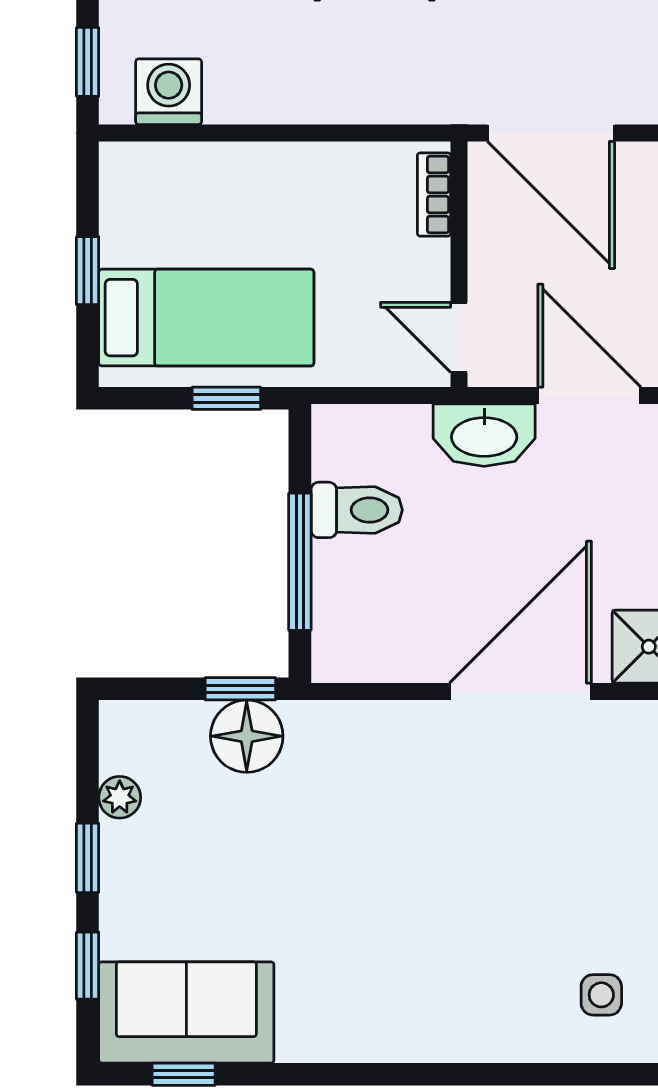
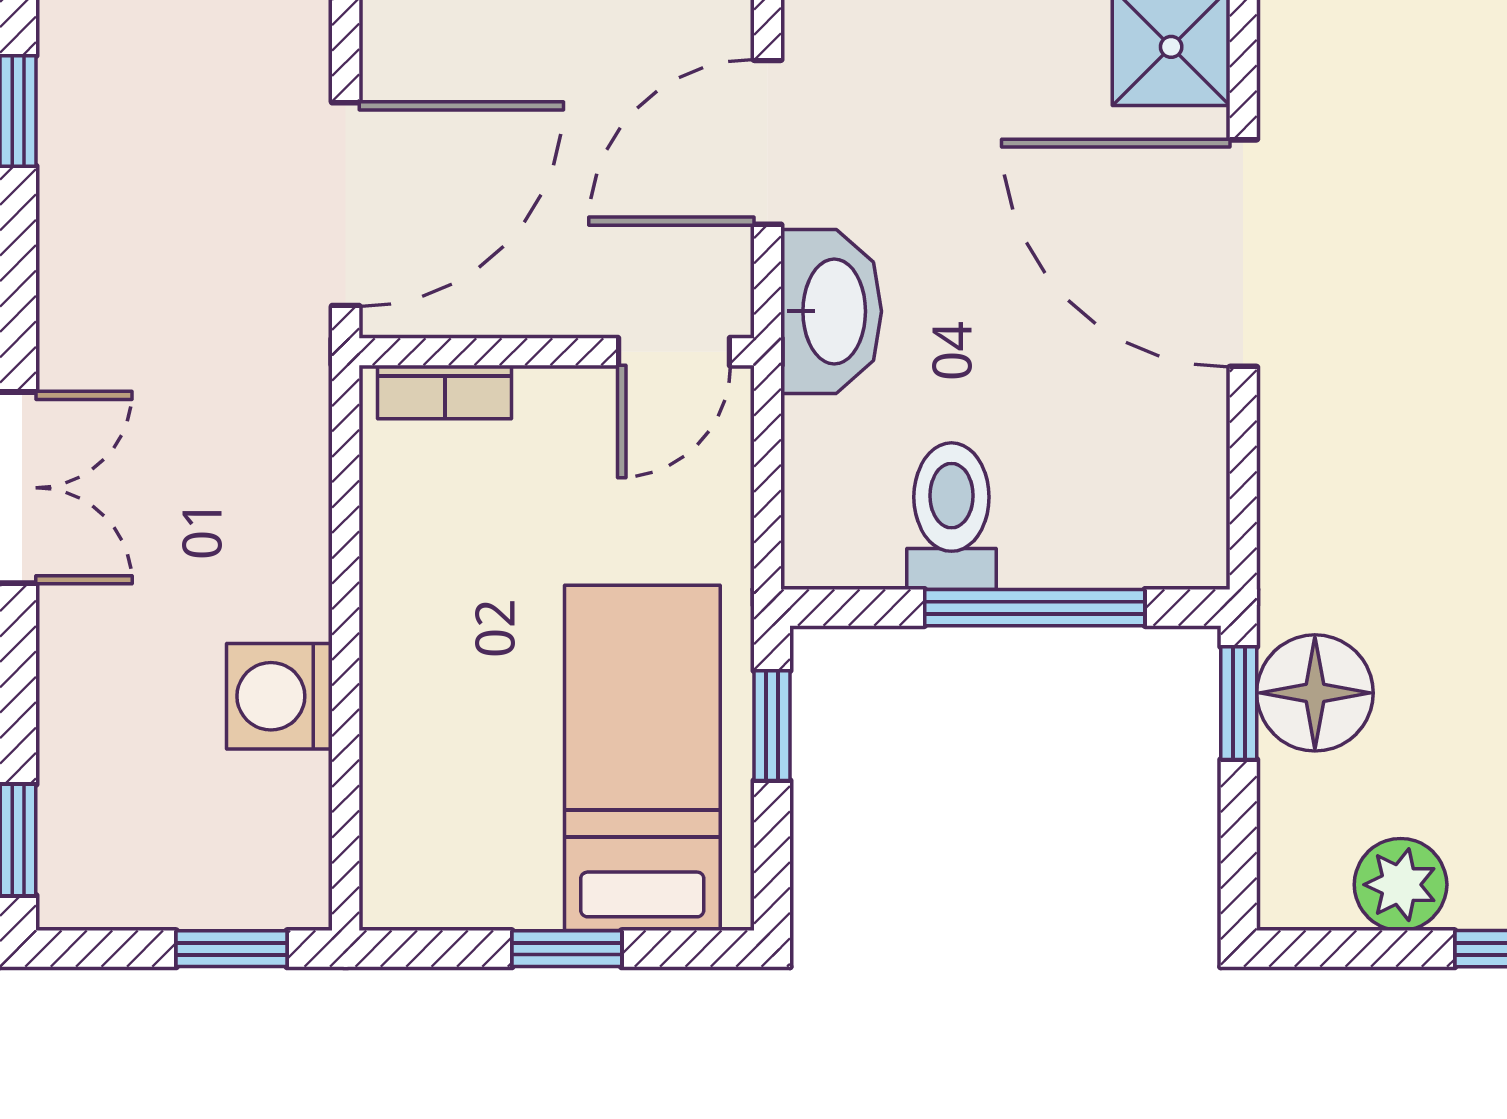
washing machine: (169, 92) -> (279, 696), moved
plant: (120, 797) -> (1401, 885), width x1.38, depth x1.38

